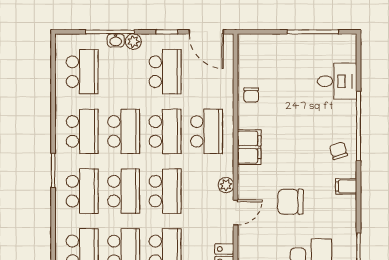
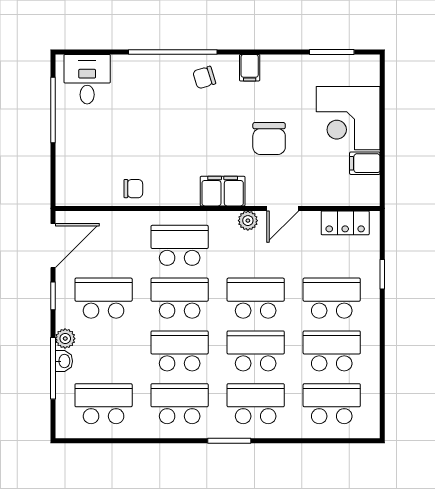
desk: (337, 81) -> (87, 79), moved
filing cabinet: (249, 147) -> (223, 191), moved
door: (236, 212) -> (283, 208), swing flipped

